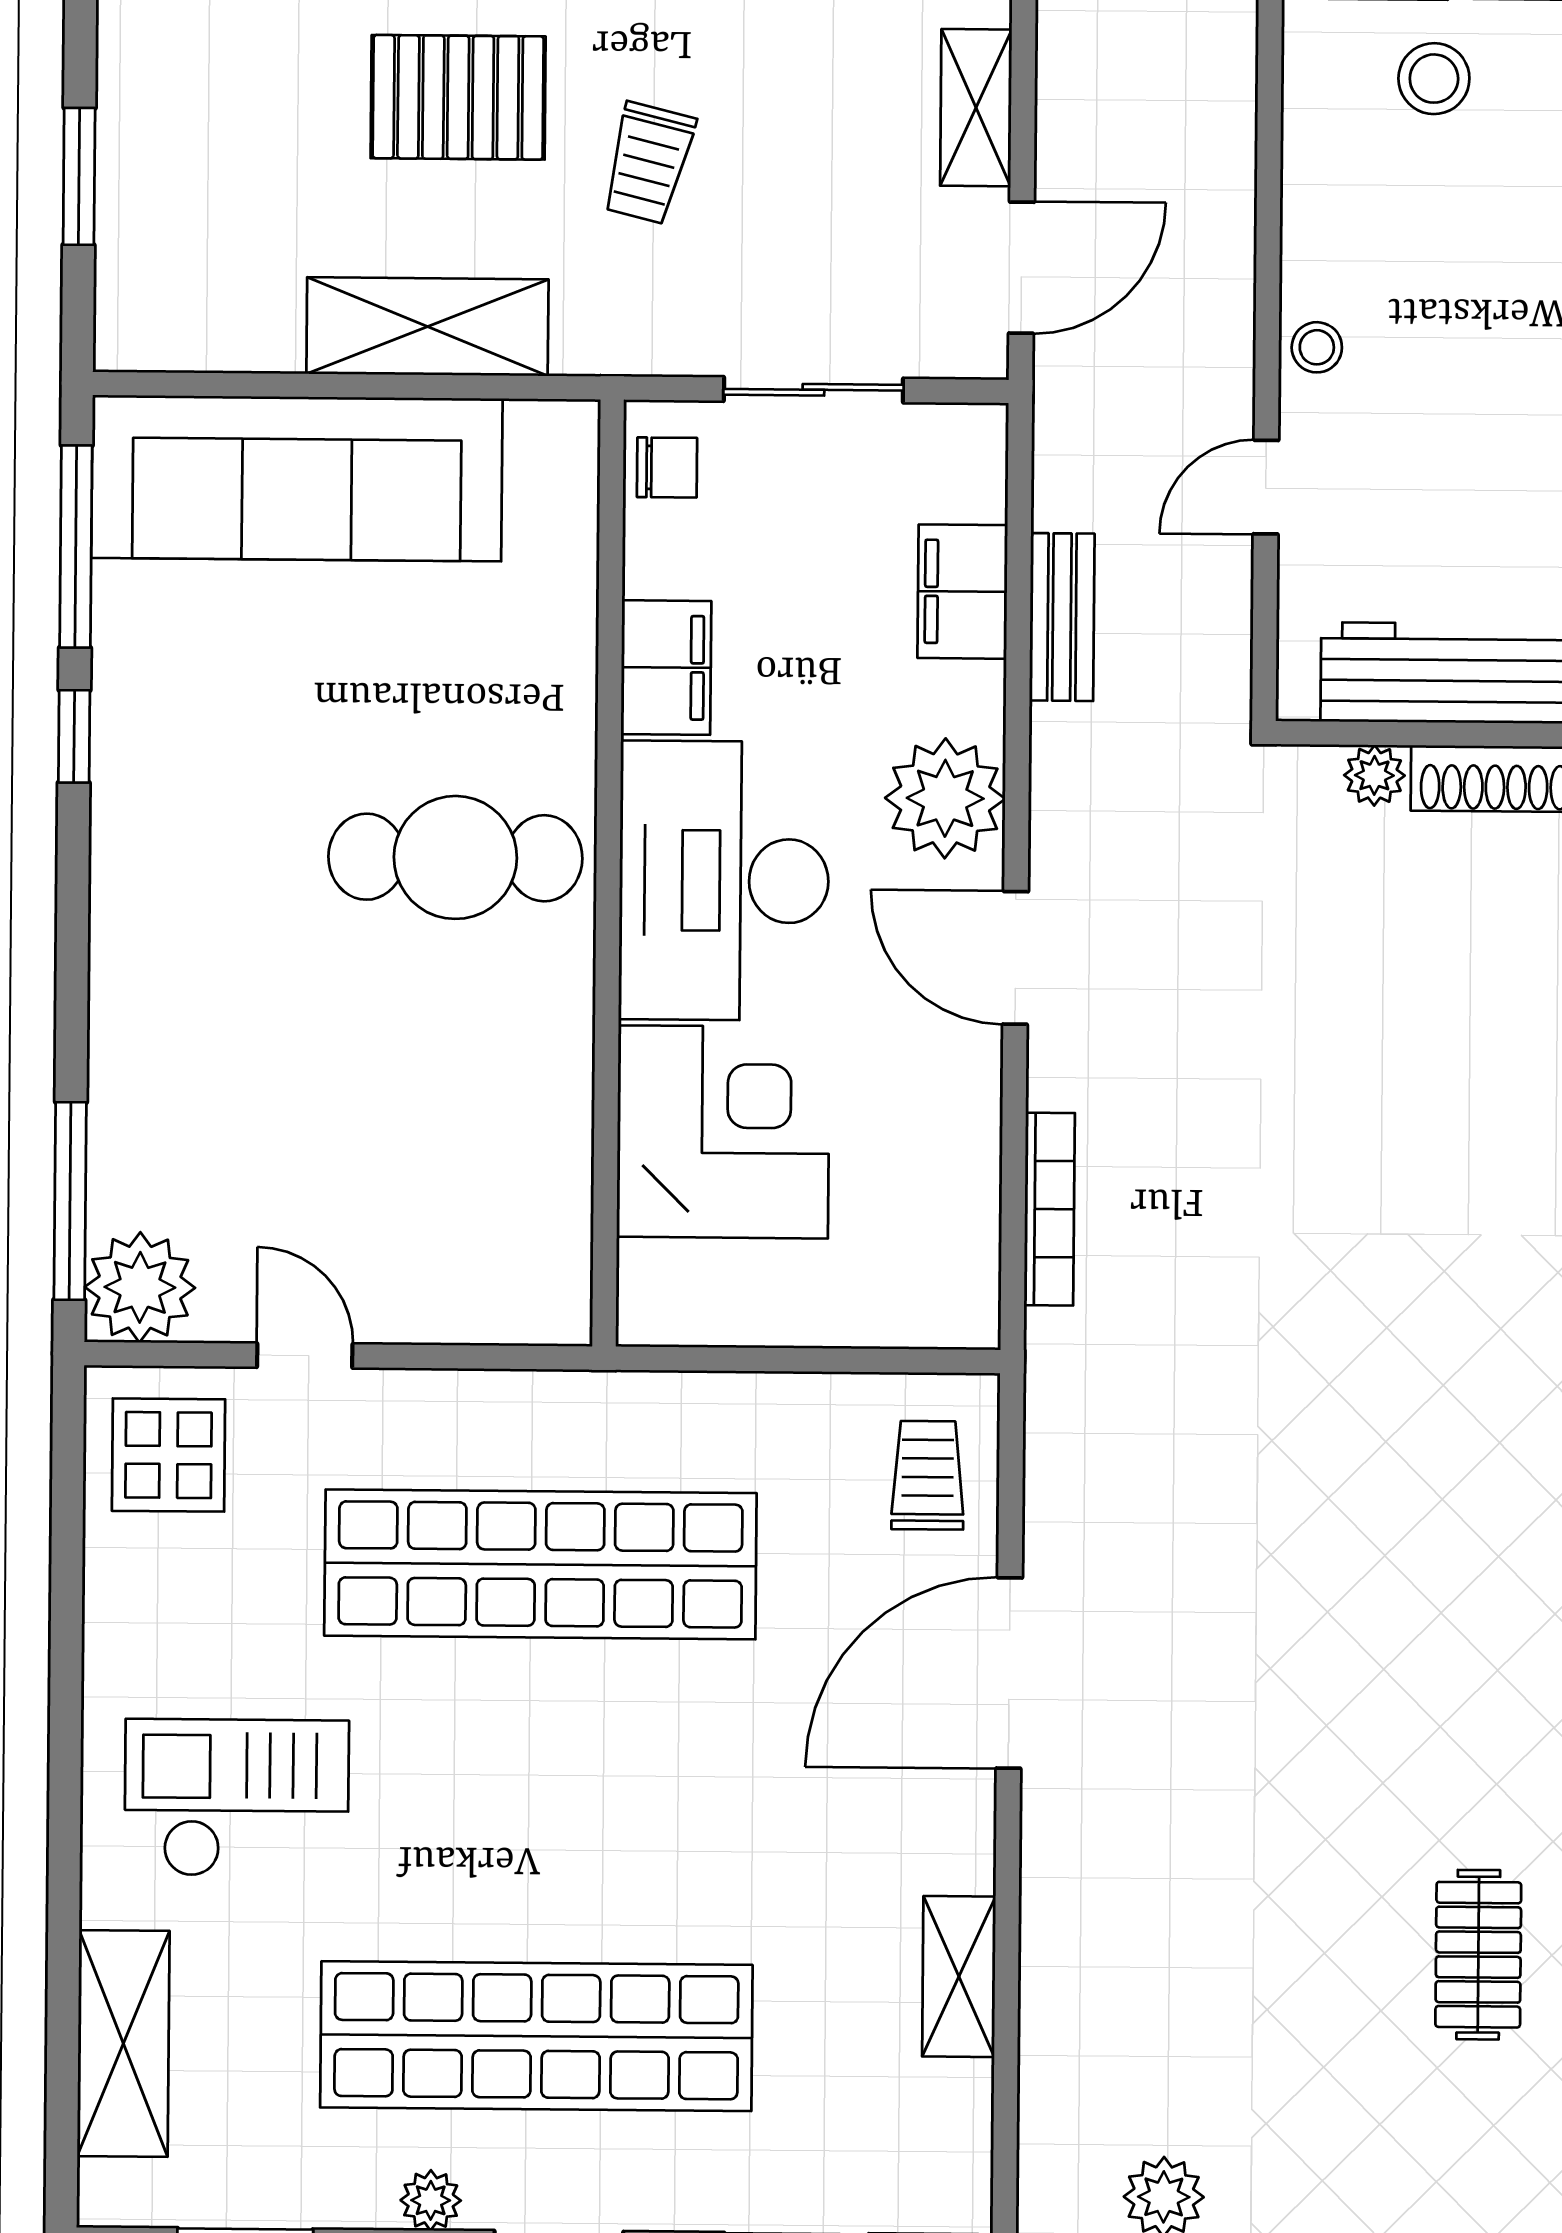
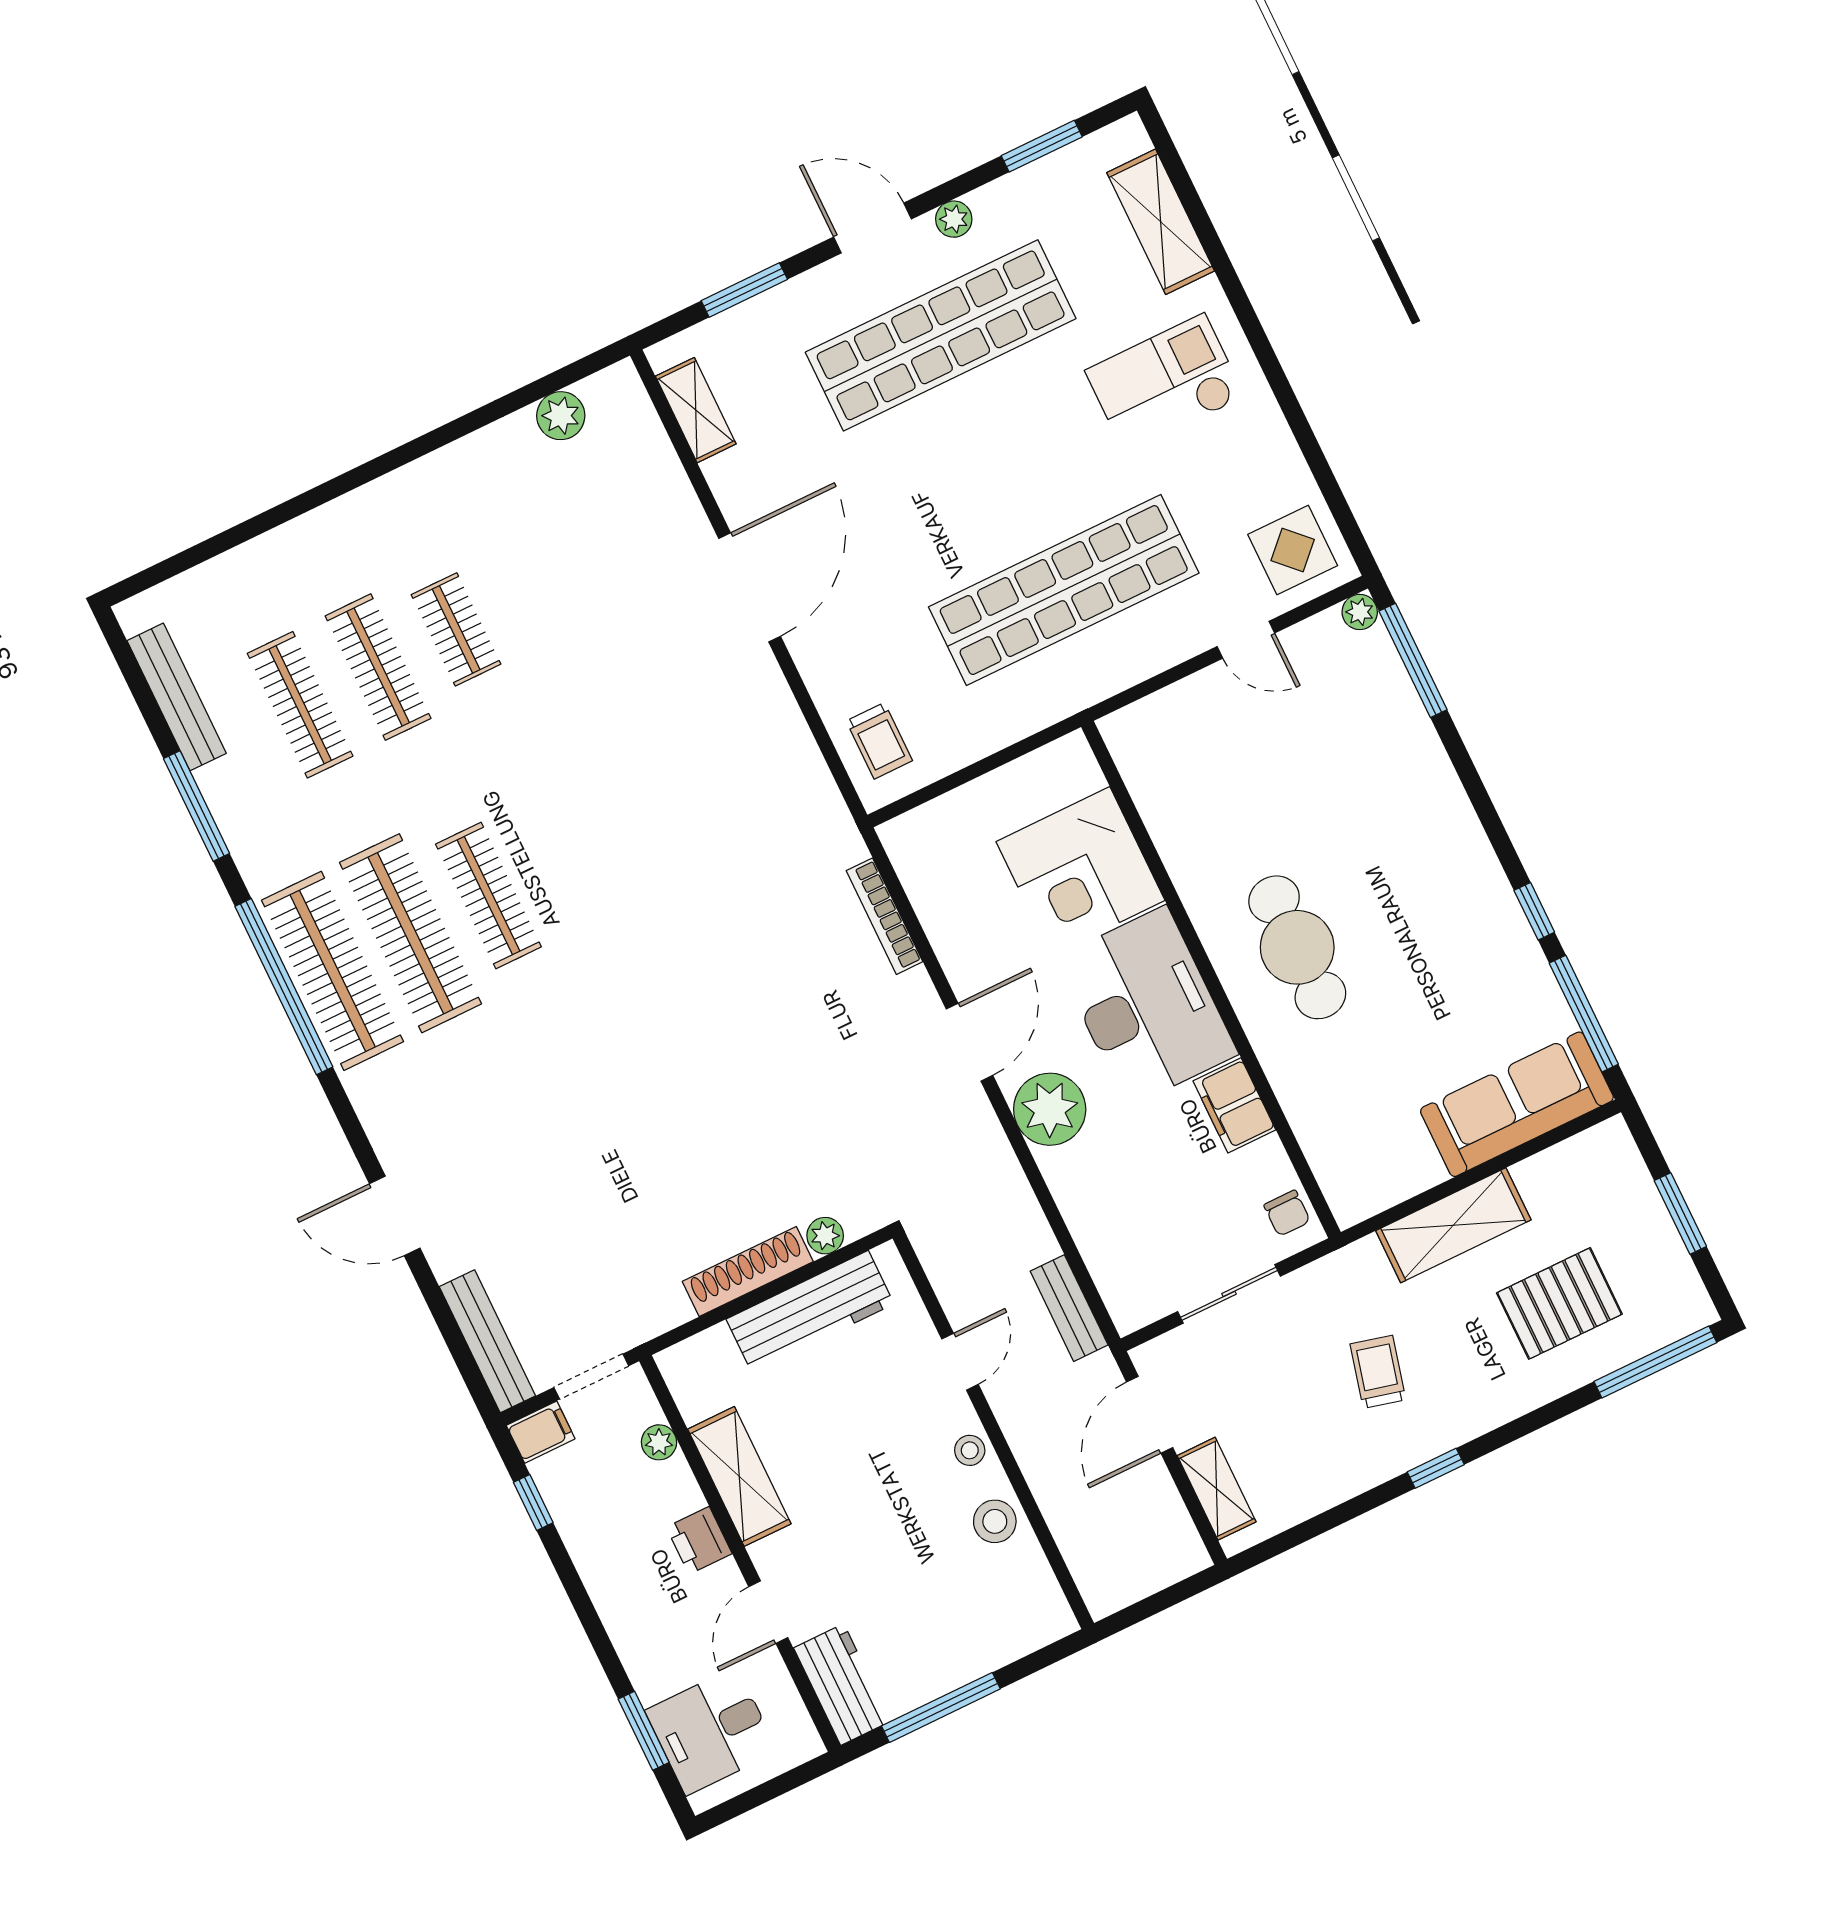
stool: (1434, 79) -> (995, 1521), moved
pallet: (458, 97) -> (1559, 1303), moved
chair: (667, 467) -> (1287, 1213), turned -90
sofa: (297, 478) -> (1517, 1104), width x0.74, depth x0.79
filing cabinet: (963, 592) -> (1095, 1225), removed
bench: (1062, 617) -> (1069, 1308), moved
cafe table: (455, 857) -> (1297, 947), turned 90
door: (1015, 958) -> (970, 1042), hinge flipped
plant: (140, 1287) -> (1360, 612), width x0.53, depth x0.53
door: (1009, 1673) -> (750, 587), moved
checkout: (237, 1798) -> (1165, 384), turned 180
shelving: (959, 1977) -> (696, 410), moved

